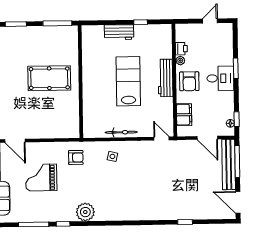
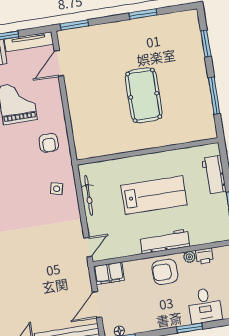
desk: (220, 78) -> (205, 306), moved
wall: (80, 82) -> (148, 151), moved
filing cabinet: (184, 115) -> (109, 273), moved

